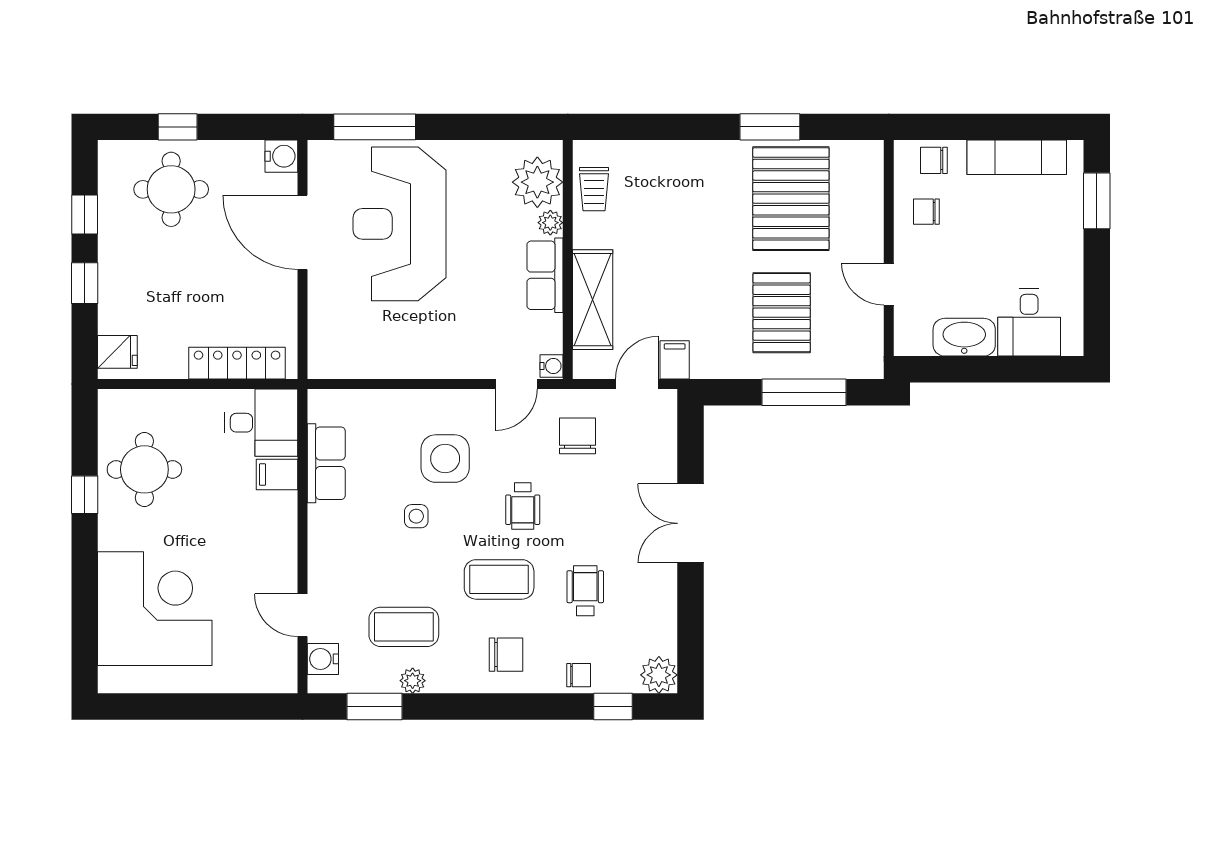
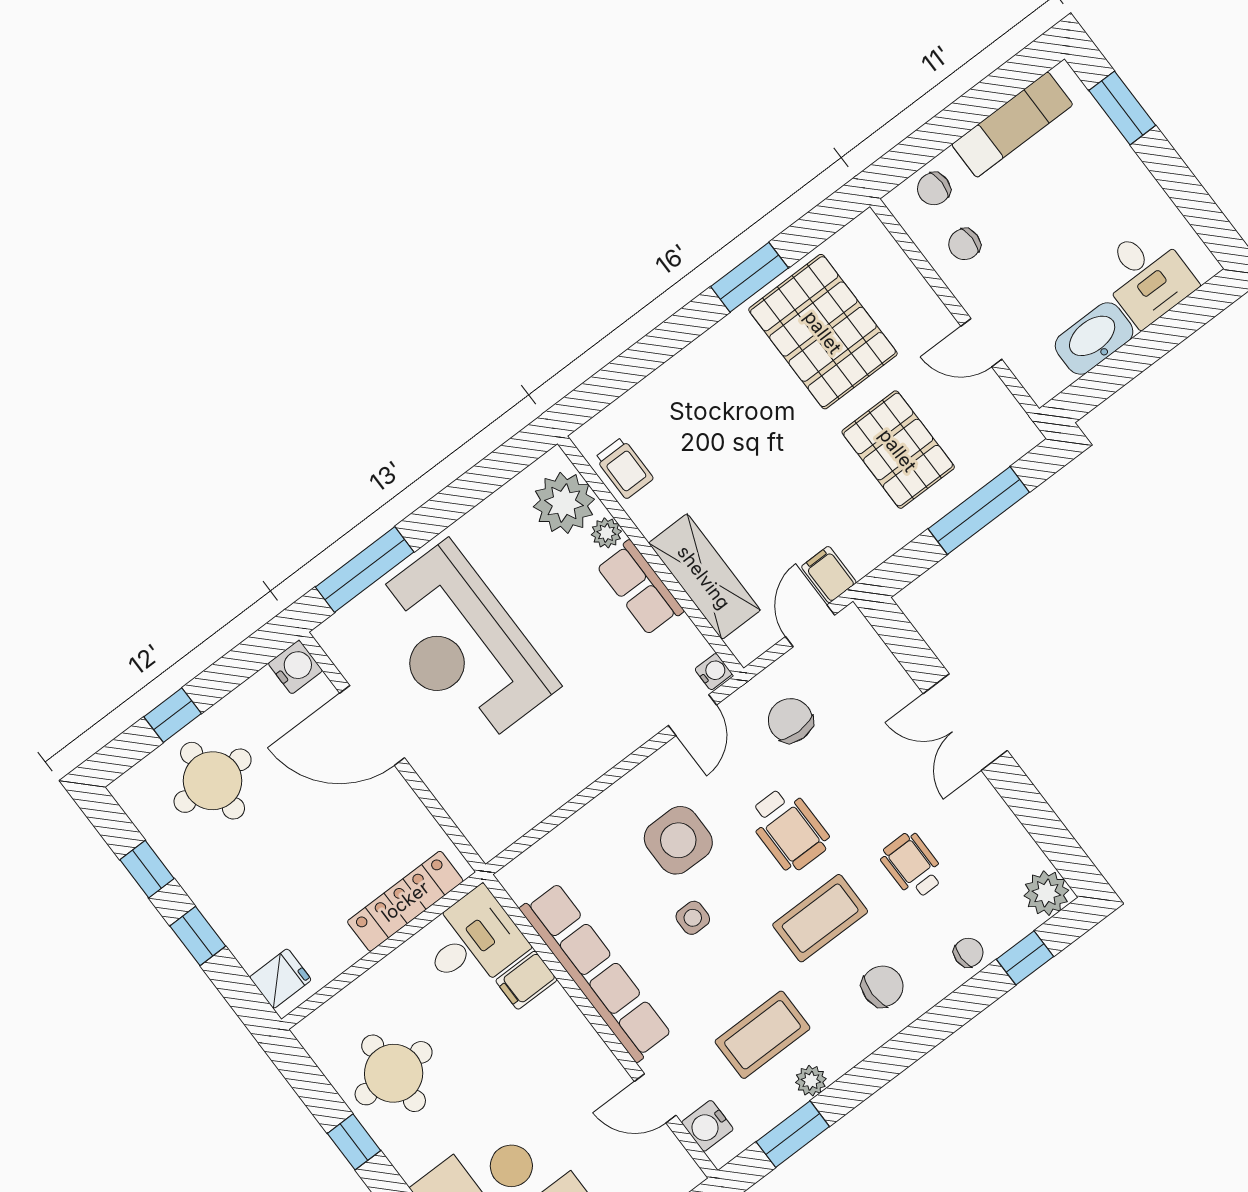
row of seats: (326, 463) -> (596, 972), width x2.02
wheelchair: (523, 506) -> (789, 829), width x1.36, depth x1.37

